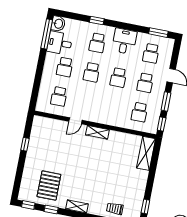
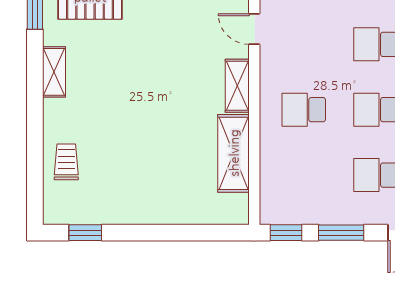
school desk: (139, 112) -> (304, 110), moved
shelving: (146, 153) -> (234, 153), moved, turned 90

